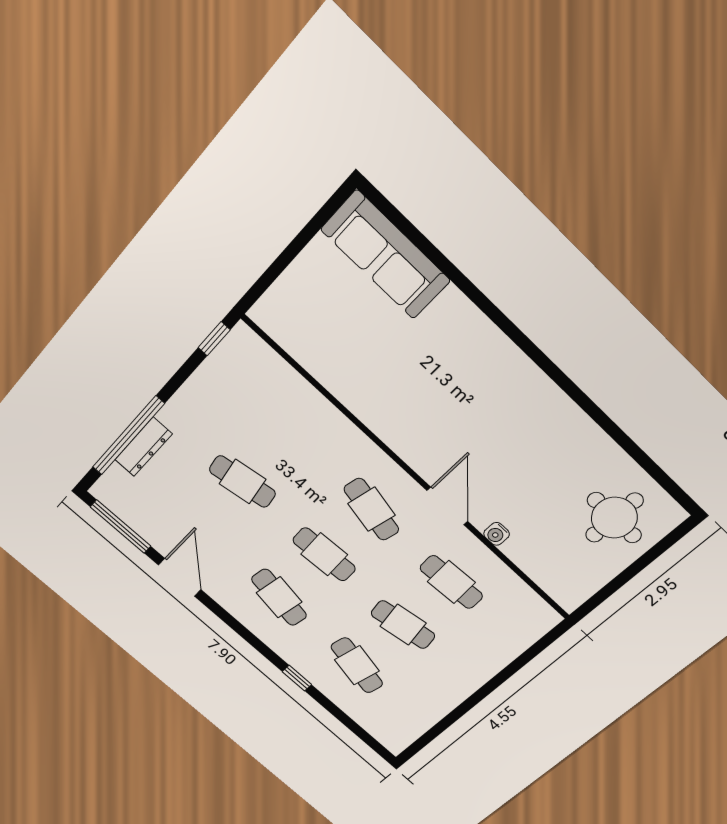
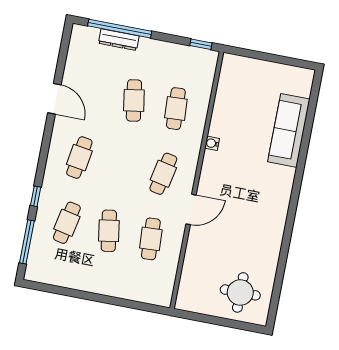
sofa: (386, 255) -> (289, 130), moved
window: (121, 527) -> (27, 242), moved
water cooler: (497, 534) -> (212, 143), moved
cafe table: (324, 554) -> (176, 109), moved
door: (180, 577) -> (54, 99), hinge flipped

